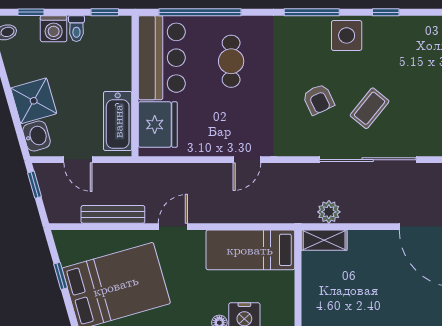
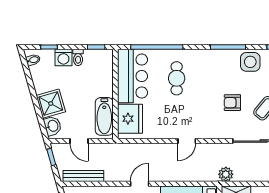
armchair: (319, 99) -> (232, 103), turned 115
plant: (329, 212) -> (226, 174), moved
bench: (113, 214) -> (83, 176), moved

